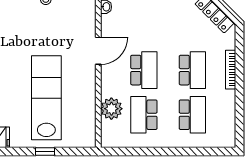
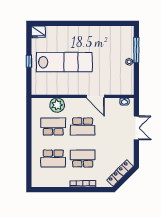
school desk: (192, 70) -> (83, 159), turned 180

